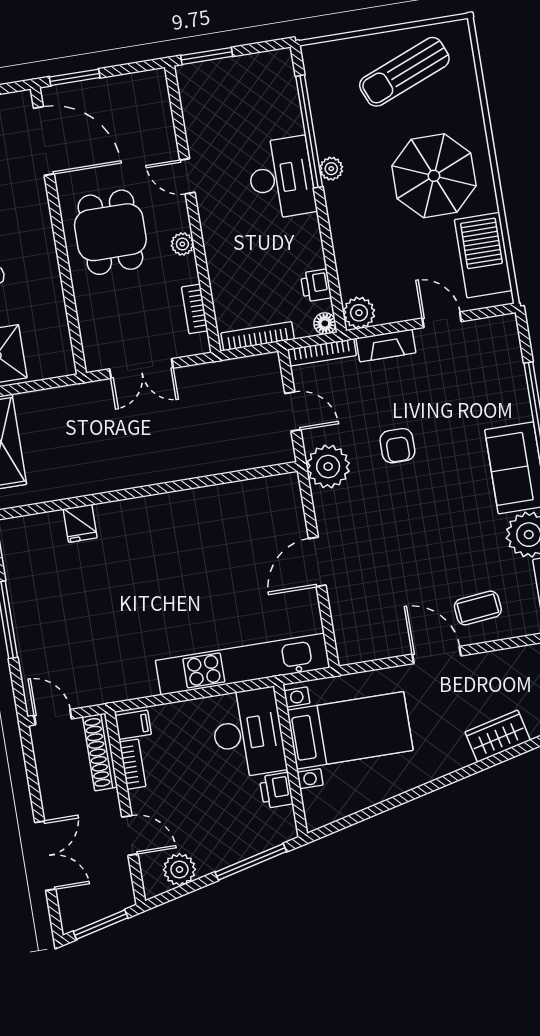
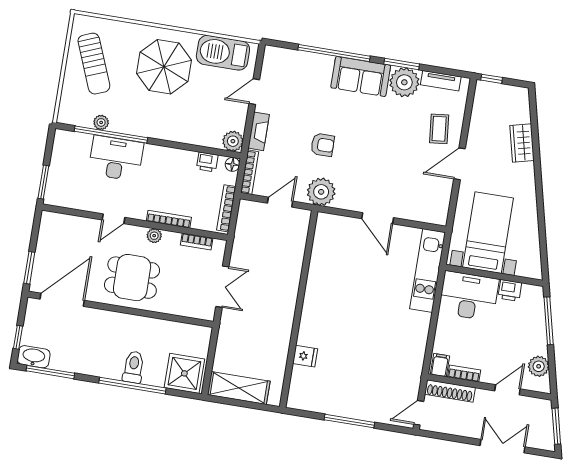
plant: (331, 169) -> (101, 122), moved
desk: (281, 178) -> (116, 158), moved
bookcase: (214, 258) -> (169, 219), added
kitchen unit: (243, 664) -> (428, 270), width x0.73

